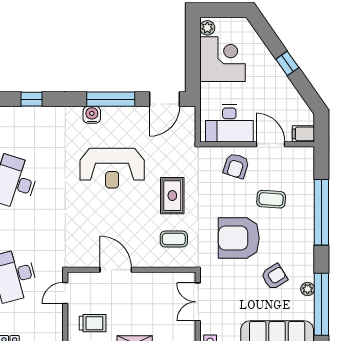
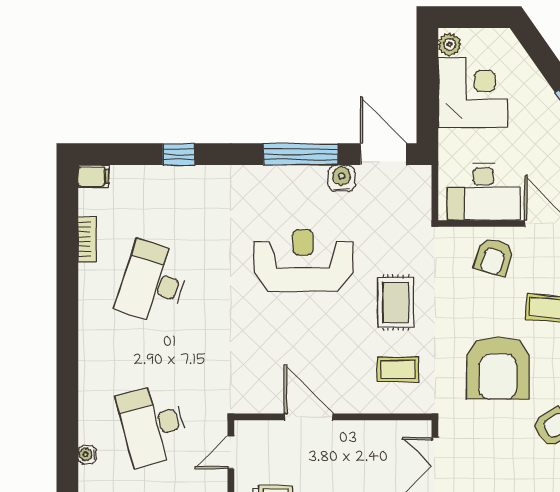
door: (165, 99) -> (384, 154), swing flipped
water cooler: (92, 115) -> (342, 178), moved
reception desk: (112, 168) -> (303, 260), turned 180
armchair: (239, 238) -> (498, 368), turned -90

